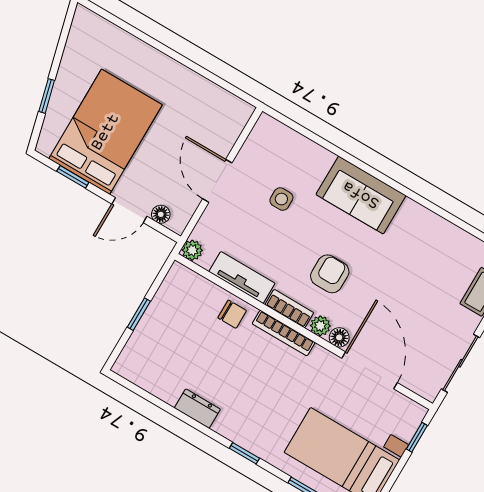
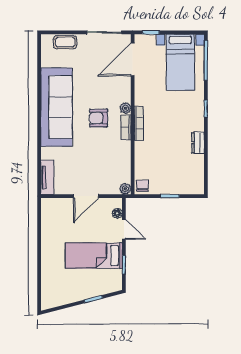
bed: (105, 132) -> (94, 256), width x0.67
sofa: (361, 195) -> (56, 107), width x1.85, depth x1.27
side table: (281, 199) -> (77, 161), removed
tv unit: (242, 278) -> (47, 177), moved, turned 180
chair: (232, 314) -> (142, 186), moved
floor lamp: (339, 337) -> (126, 96), removed
door: (370, 370) -> (133, 59), moved

